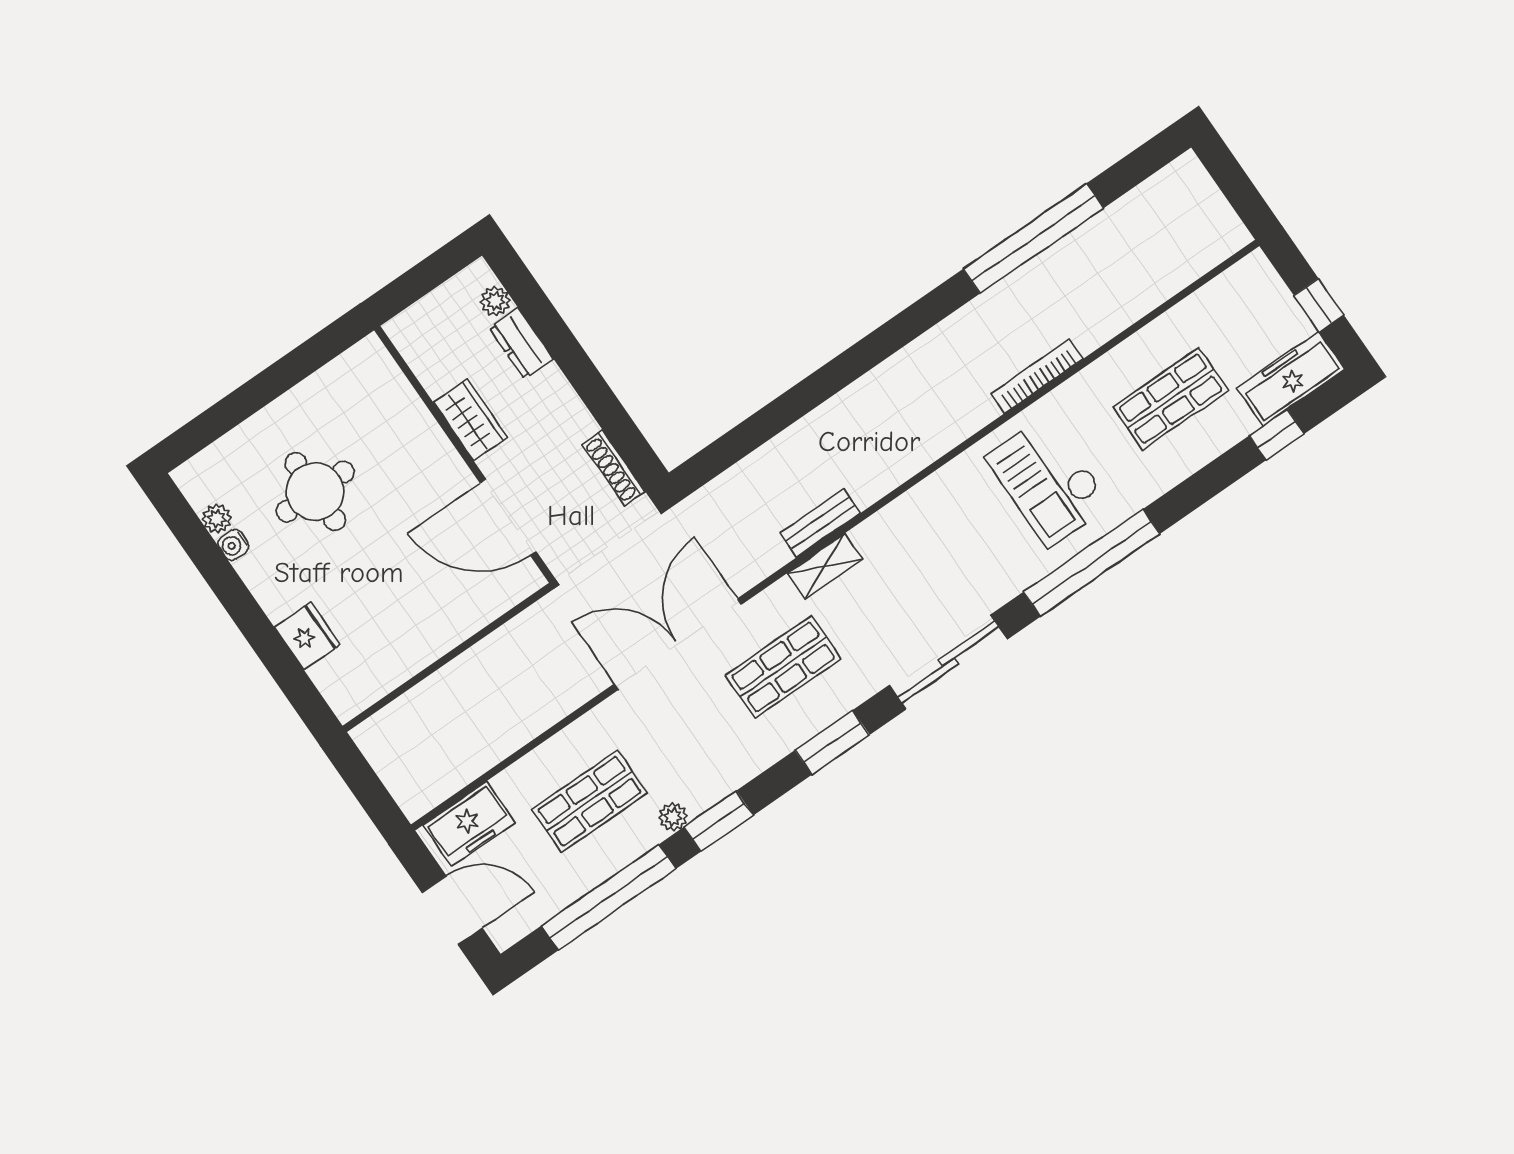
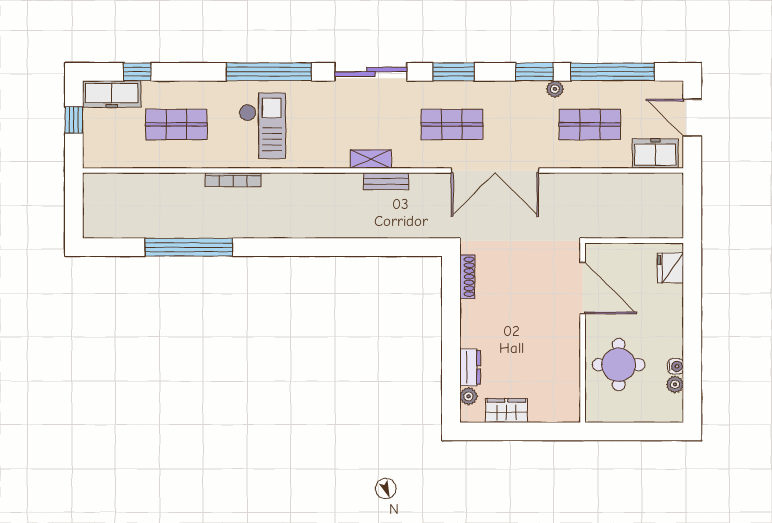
wardrobe: (470, 420) -> (506, 411), moved, turned 90
wall: (465, 454) -> (583, 333), moved
door: (508, 517) -> (583, 288), moved
shelving: (825, 566) -> (371, 159), moved
fridge: (307, 636) -> (670, 268), moved

